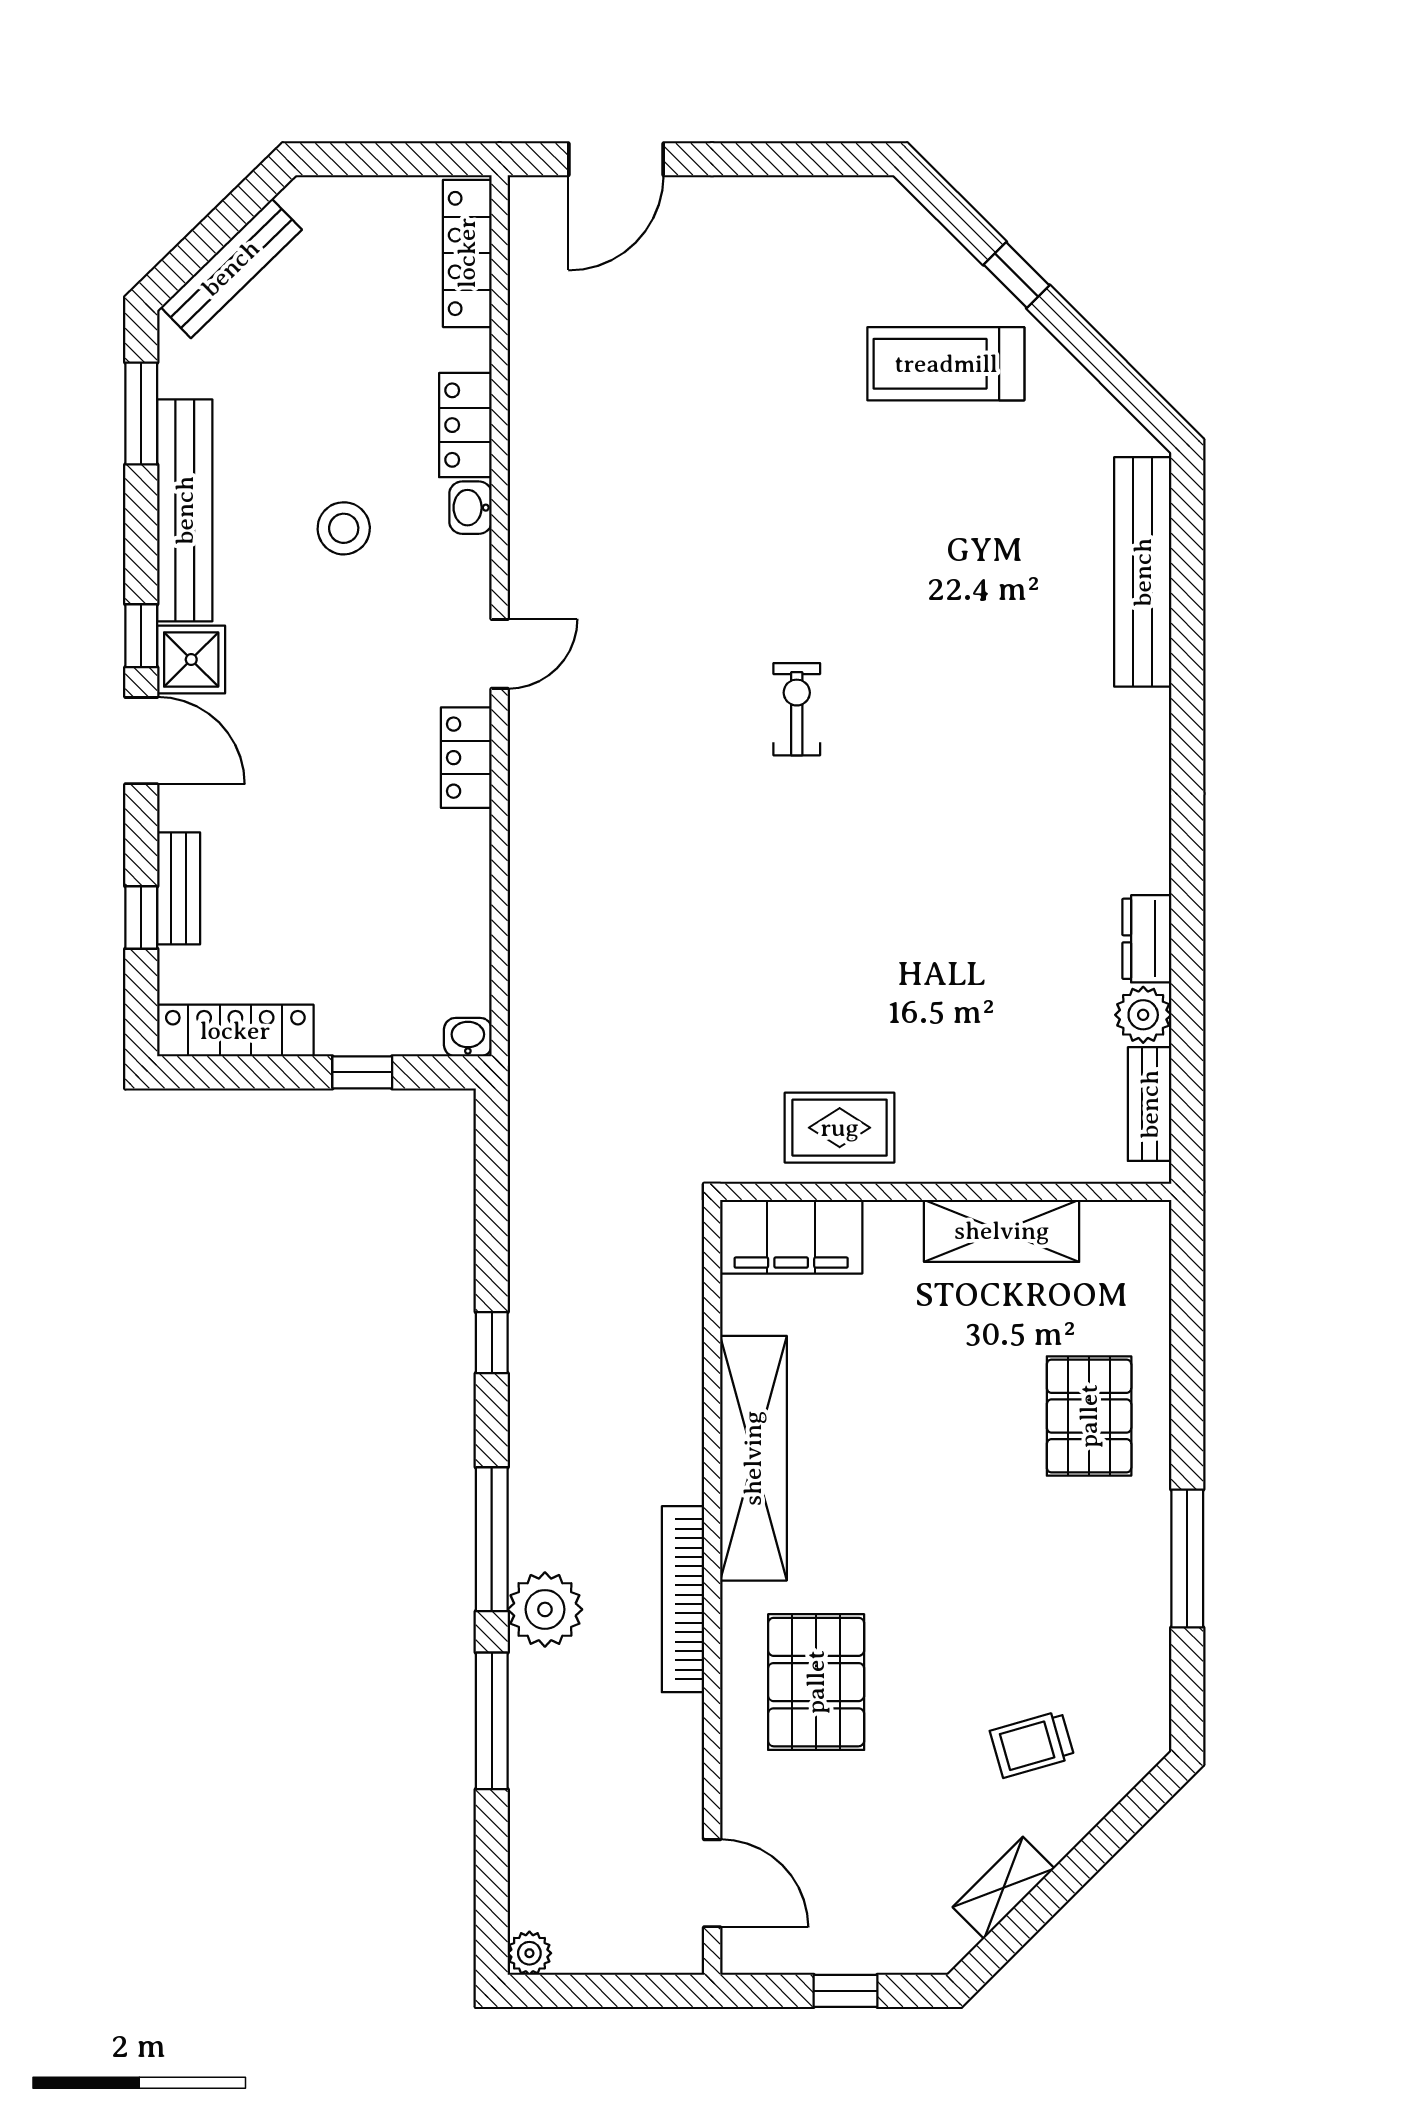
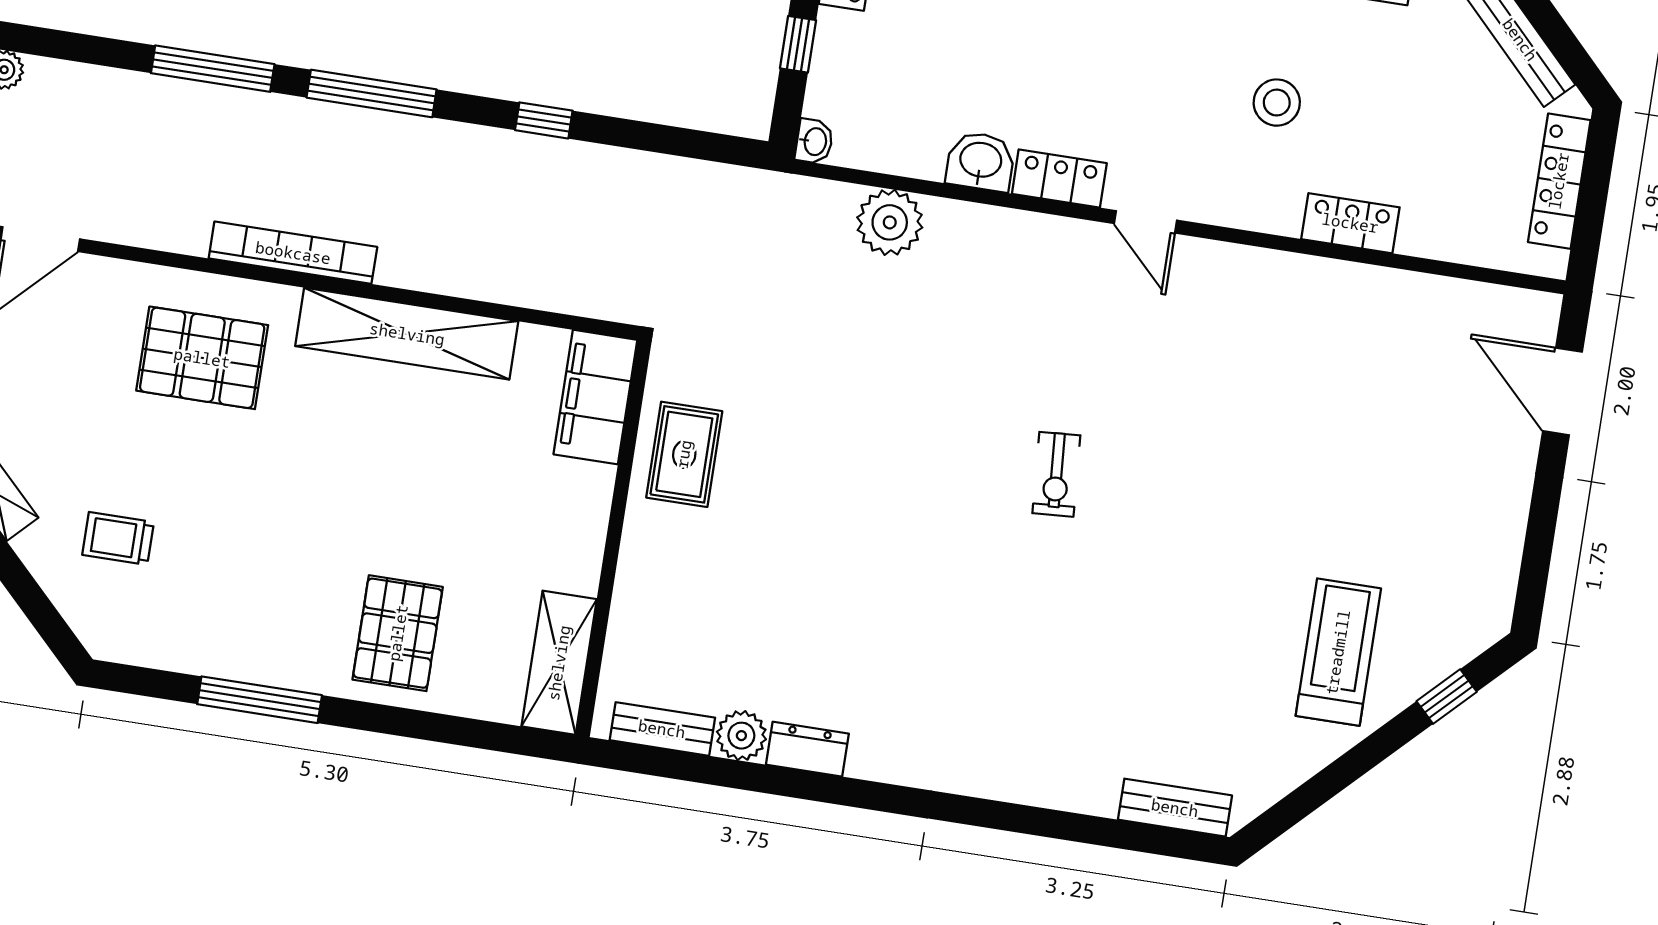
locker: (467, 253) -> (1559, 181), moved, turned -90
window: (1016, 275) -> (1447, 697), moved
washbasin: (471, 508) -> (981, 161), moved, width x1.38, depth x1.45
bench: (1143, 572) -> (1175, 808), width x0.54, depth x0.82
exercise bike: (797, 709) -> (1056, 474), turned 86
shelving: (1002, 1231) -> (559, 663), moved
pallet: (1089, 1416) -> (398, 633), turned 90
plant: (545, 1609) -> (890, 222), moved
trolley: (1032, 1744) -> (118, 538), turned -74

